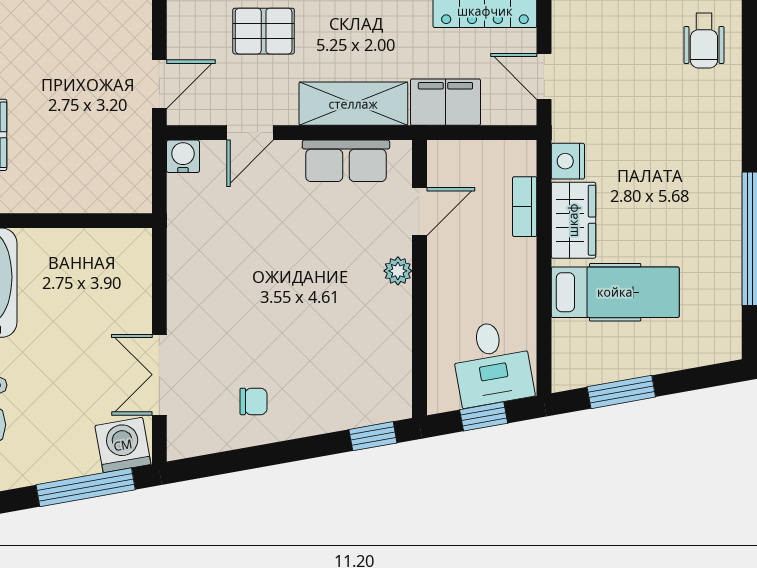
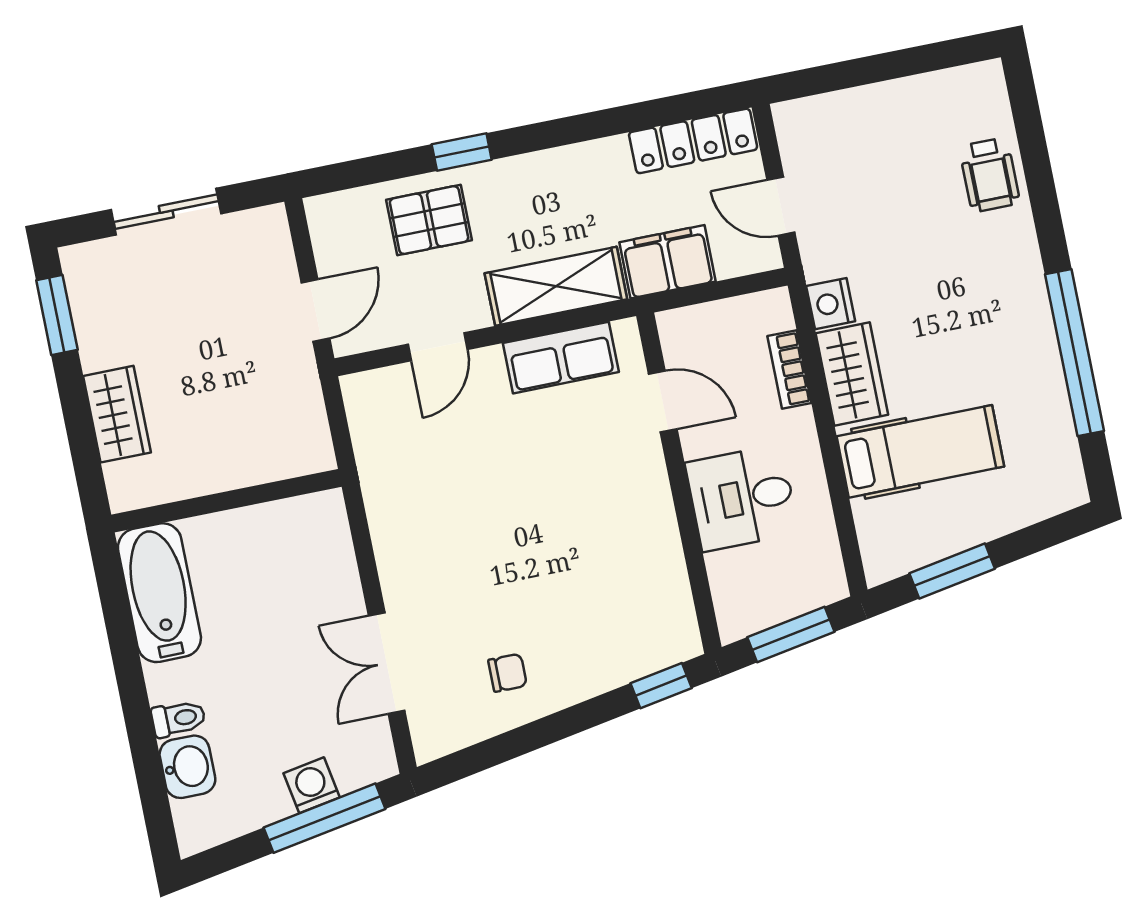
wheelchair: (704, 41) -> (989, 175), moved
water cooler: (183, 156) -> (362, 392), removed
door: (419, 212) -> (663, 401), hinge flipped
plant: (398, 271) -> (651, 479), removed
desk: (492, 363) -> (742, 498), moved, turned 100
window: (484, 416) -> (791, 635), width x1.50
washing machine: (123, 445) -> (312, 785), moved, width x0.73, depth x0.73

